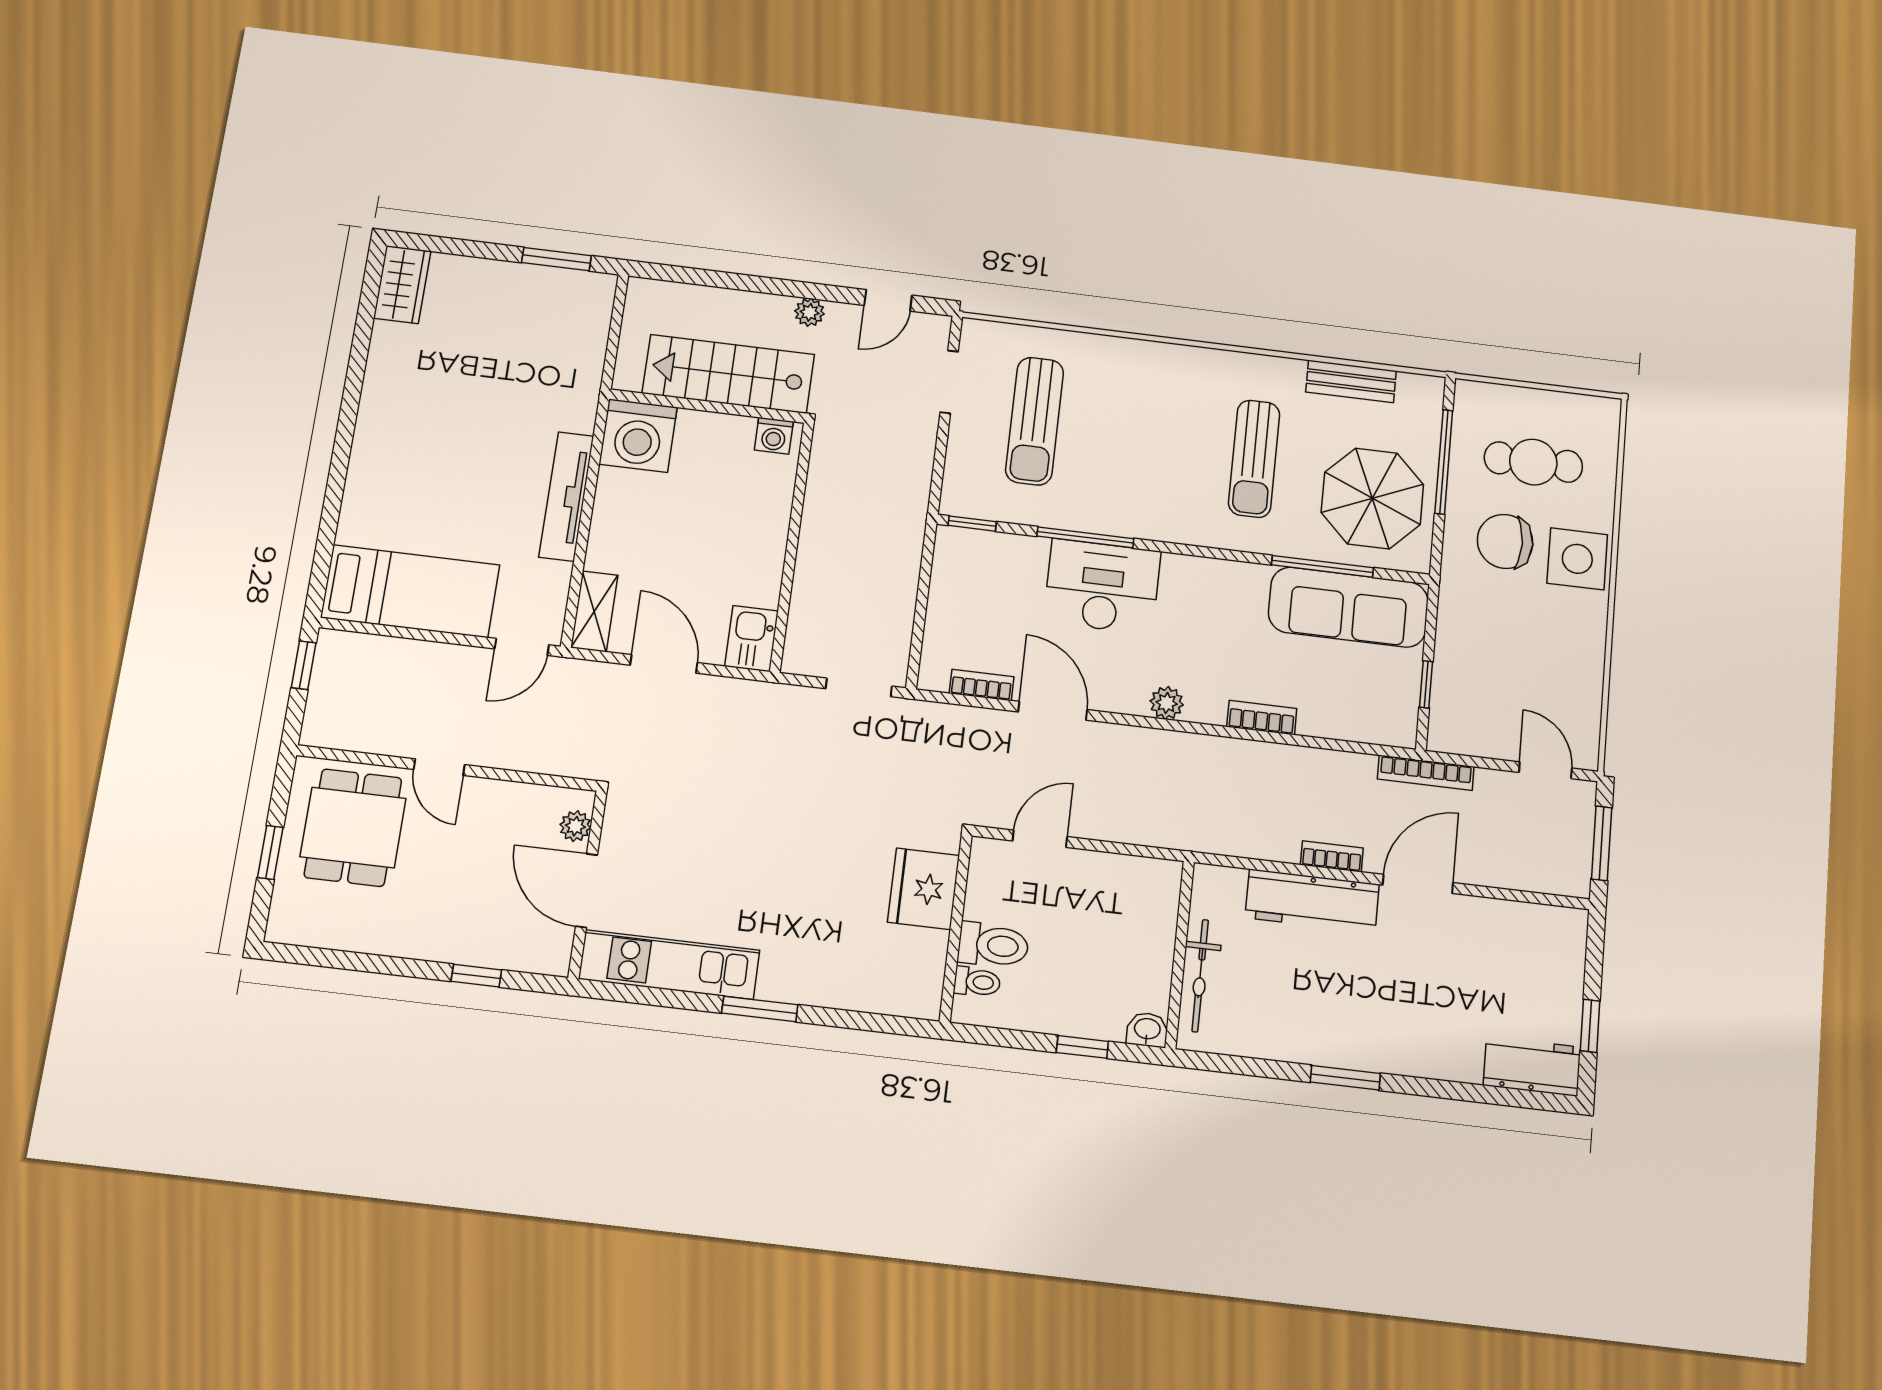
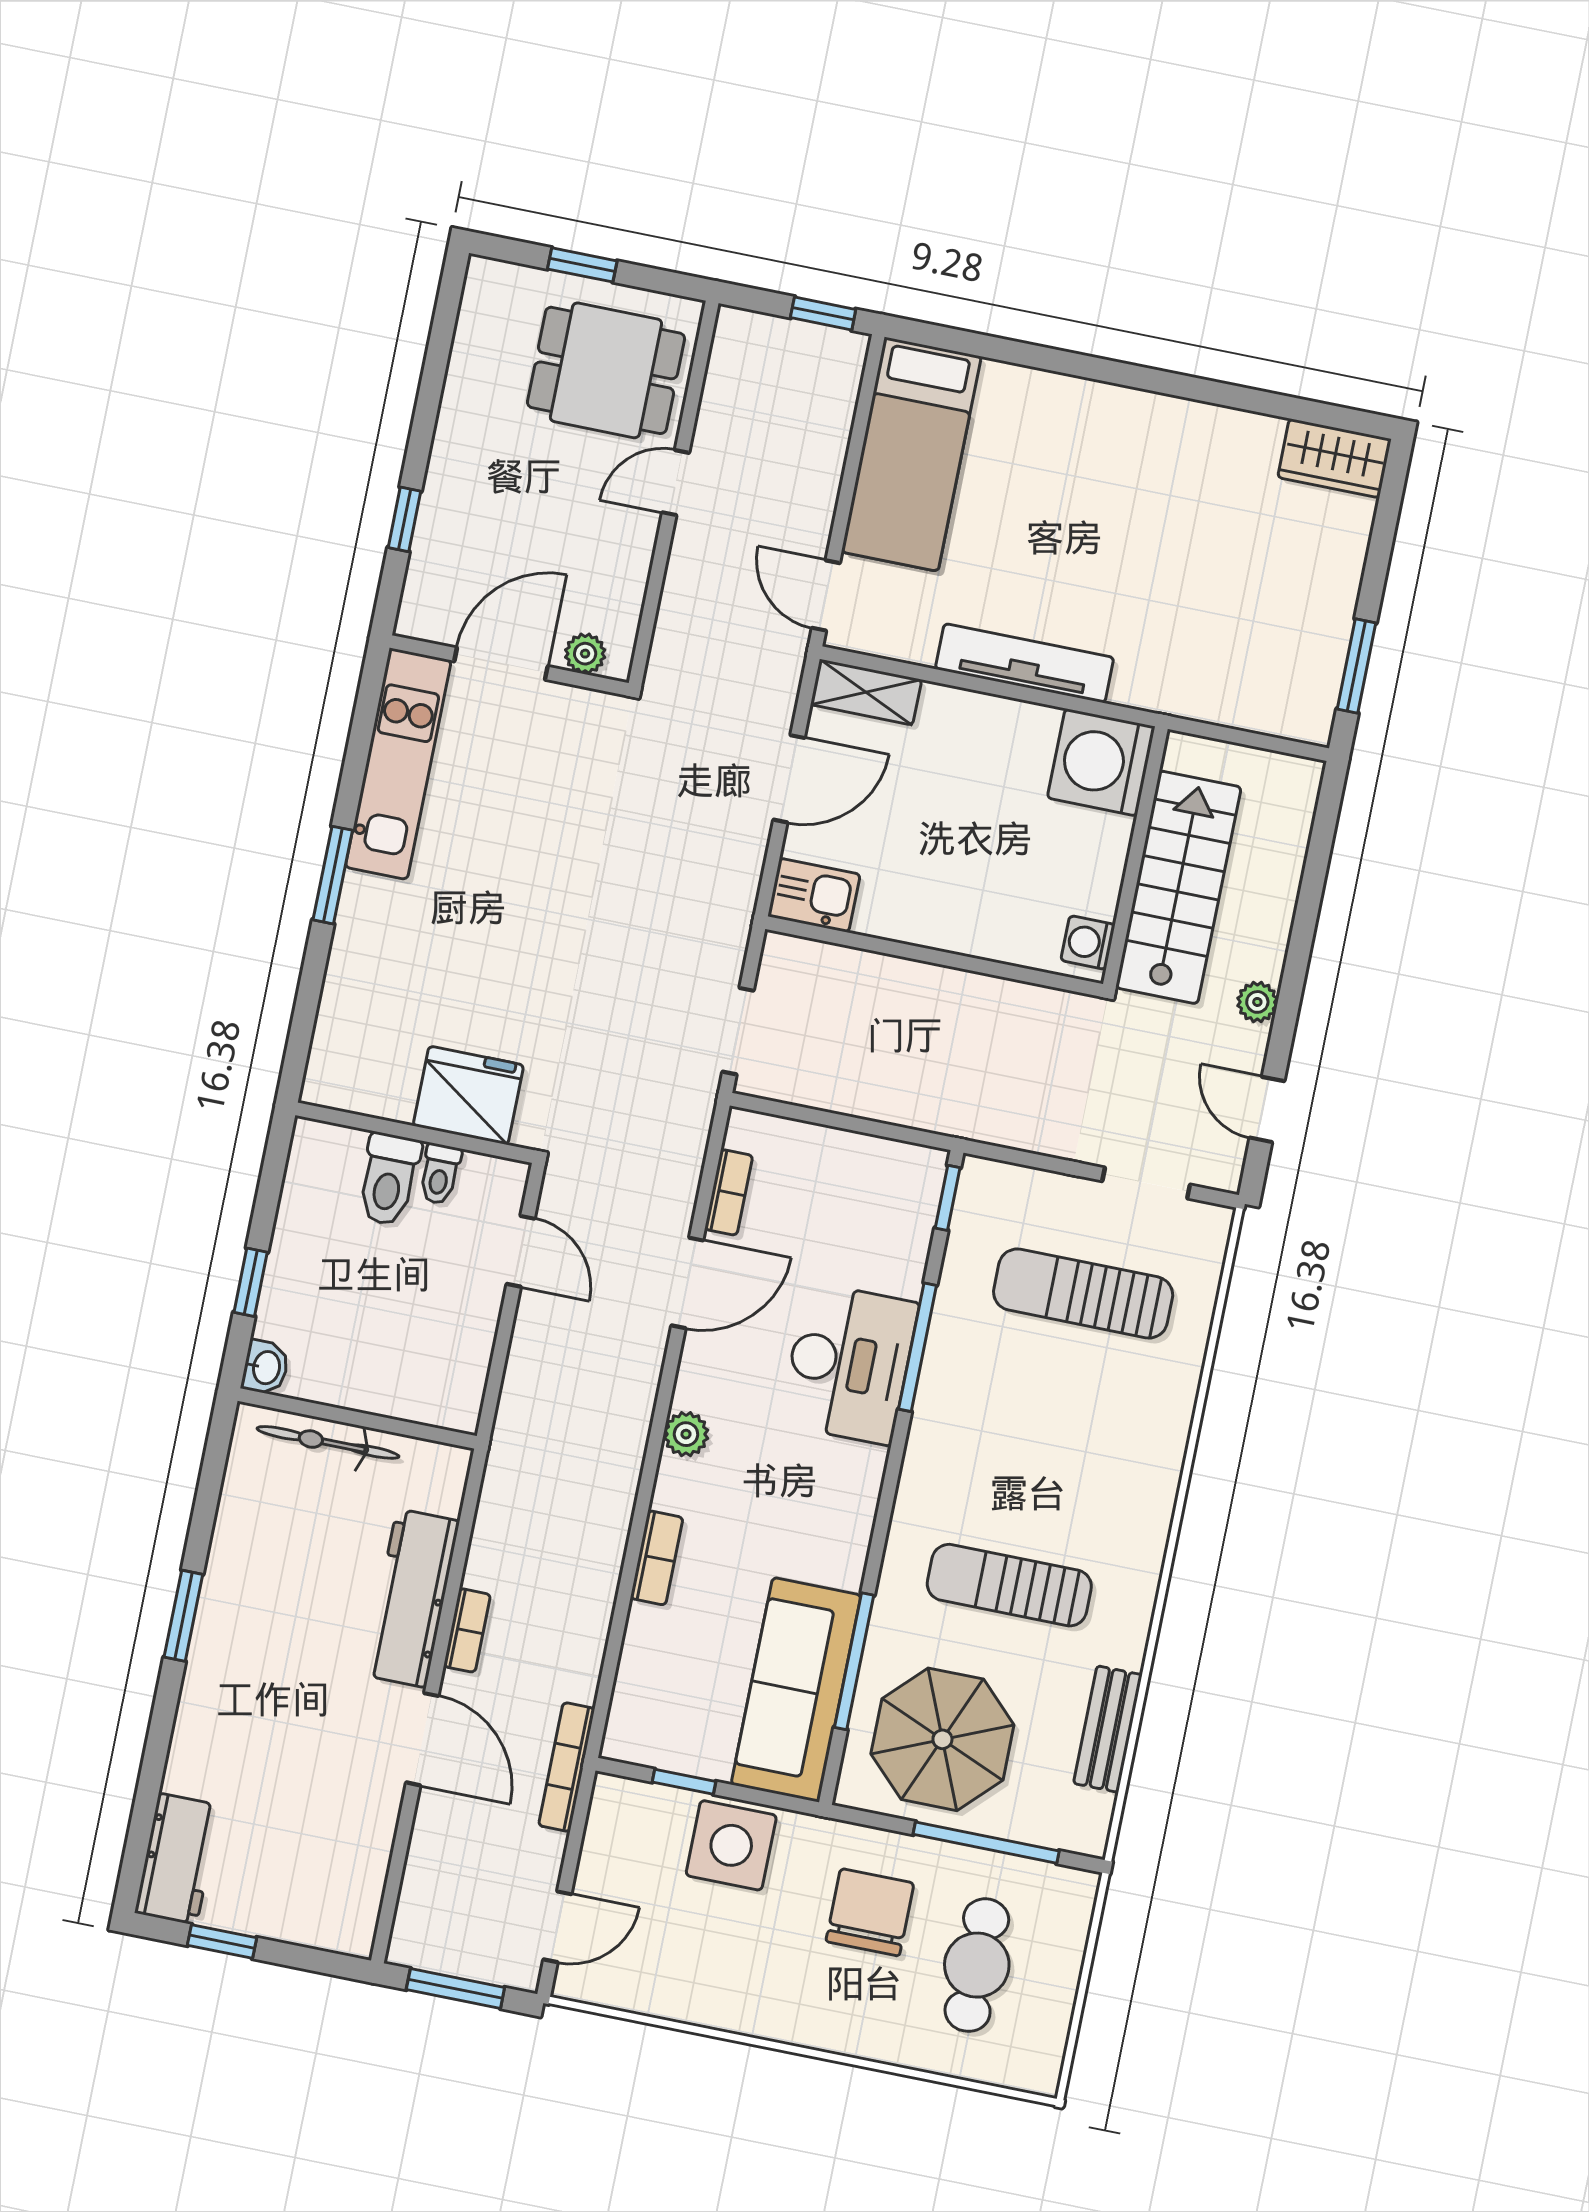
side table: (1577, 559) -> (731, 1845), moved
toilet: (977, 982) -> (440, 1174), moved

